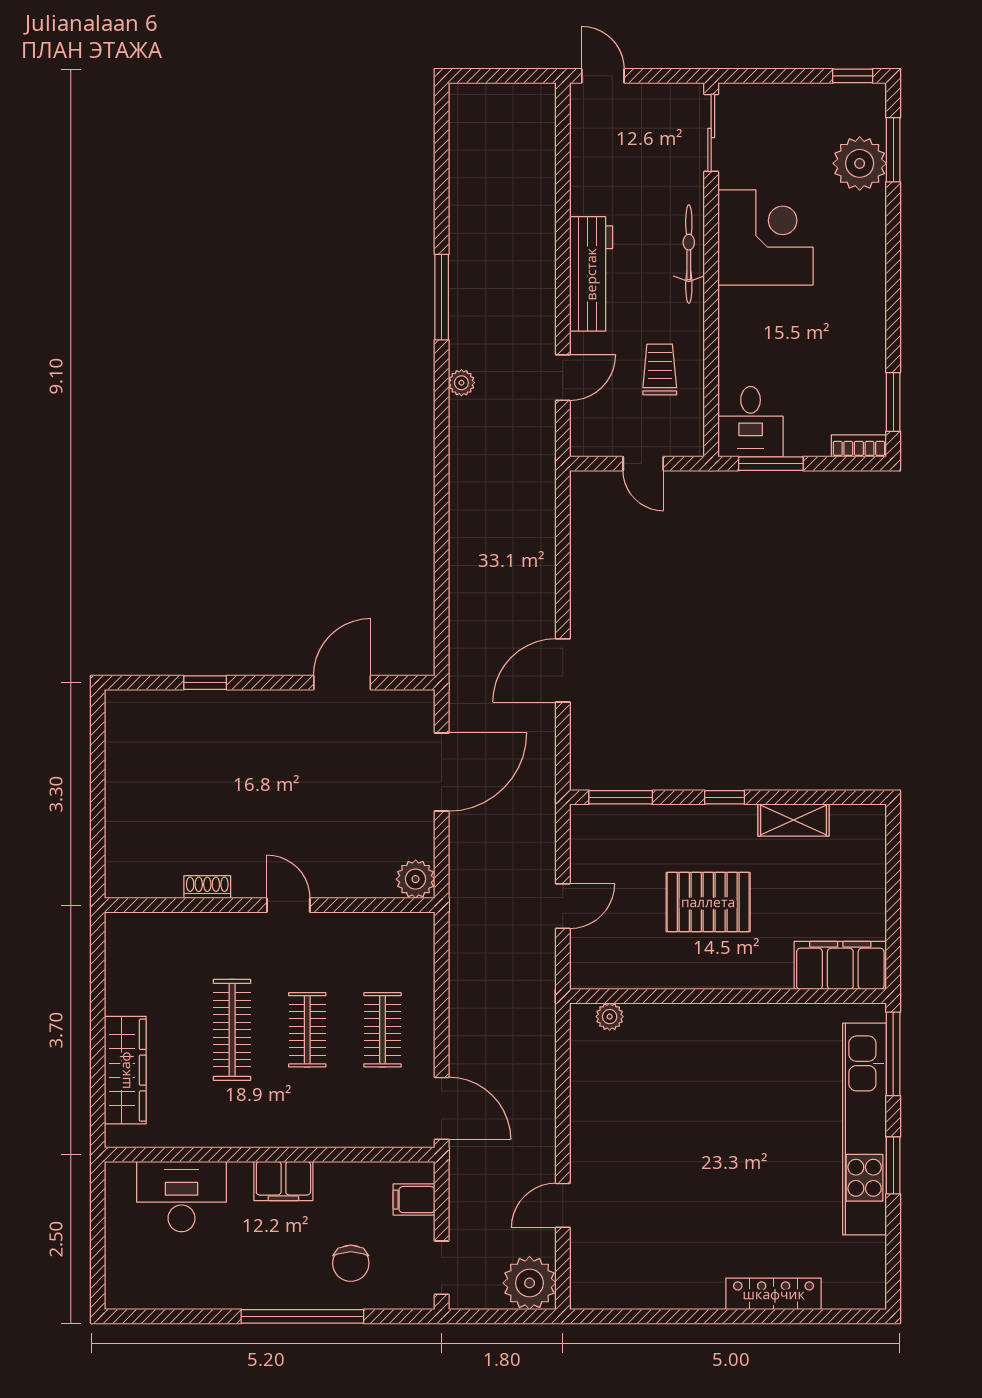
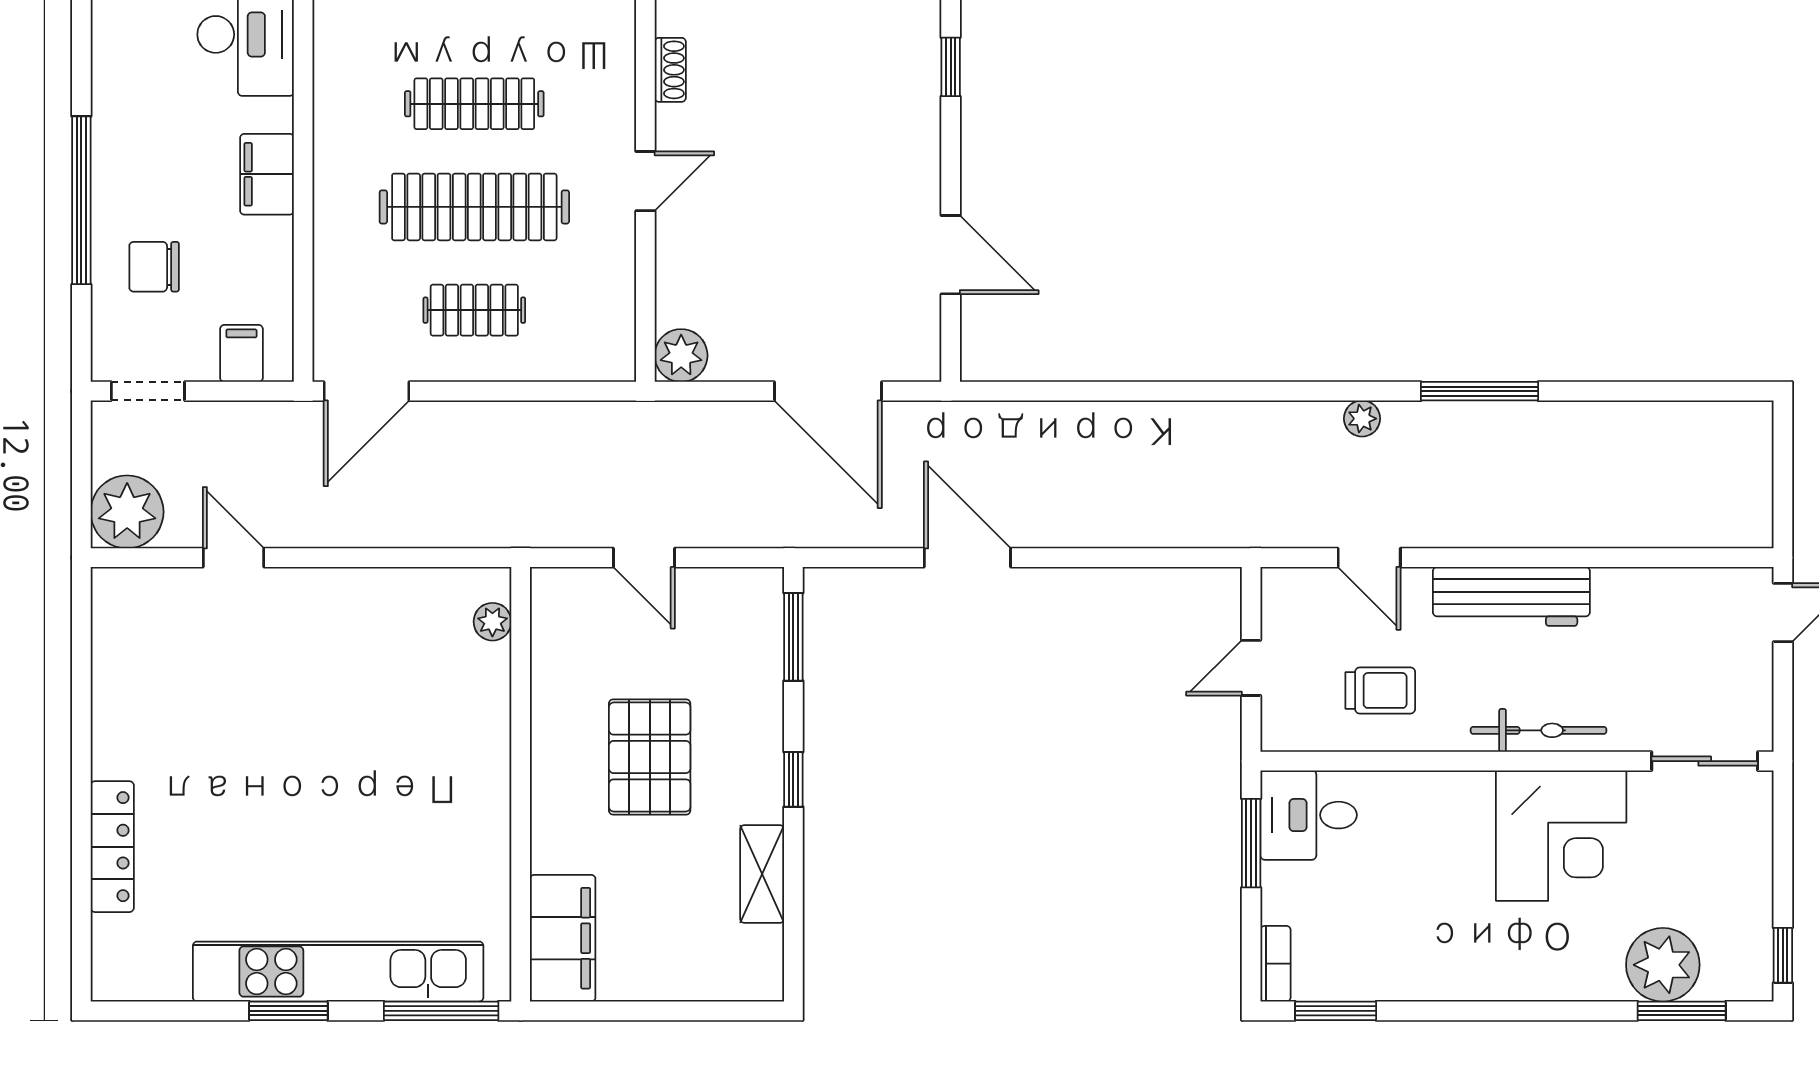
clothes rail: (307, 1030) -> (474, 207), width x1.86, depth x1.31

